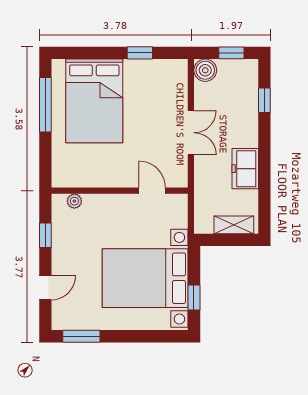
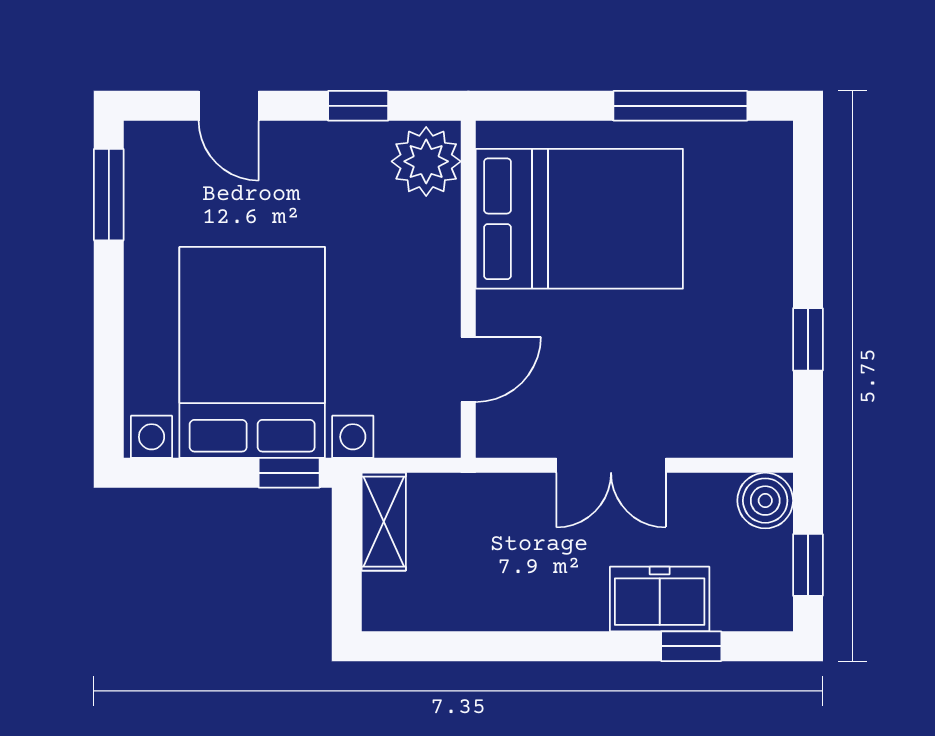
bed: (94, 101) -> (579, 219), moved, turned 180
freezer: (245, 169) -> (660, 599), moved
plant: (74, 201) -> (426, 161), width x1.87, depth x1.87
shelving: (234, 225) -> (384, 522), moved
window: (194, 297) -> (289, 473), moved

